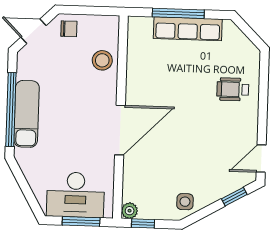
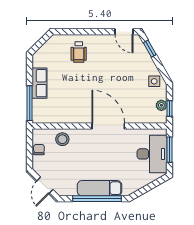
window: (178, 13) -> (30, 103), moved
chair: (69, 29) -> (39, 150), moved
row of seats: (188, 29) -> (40, 83), width x0.68
plant: (130, 211) -> (161, 105), moved

